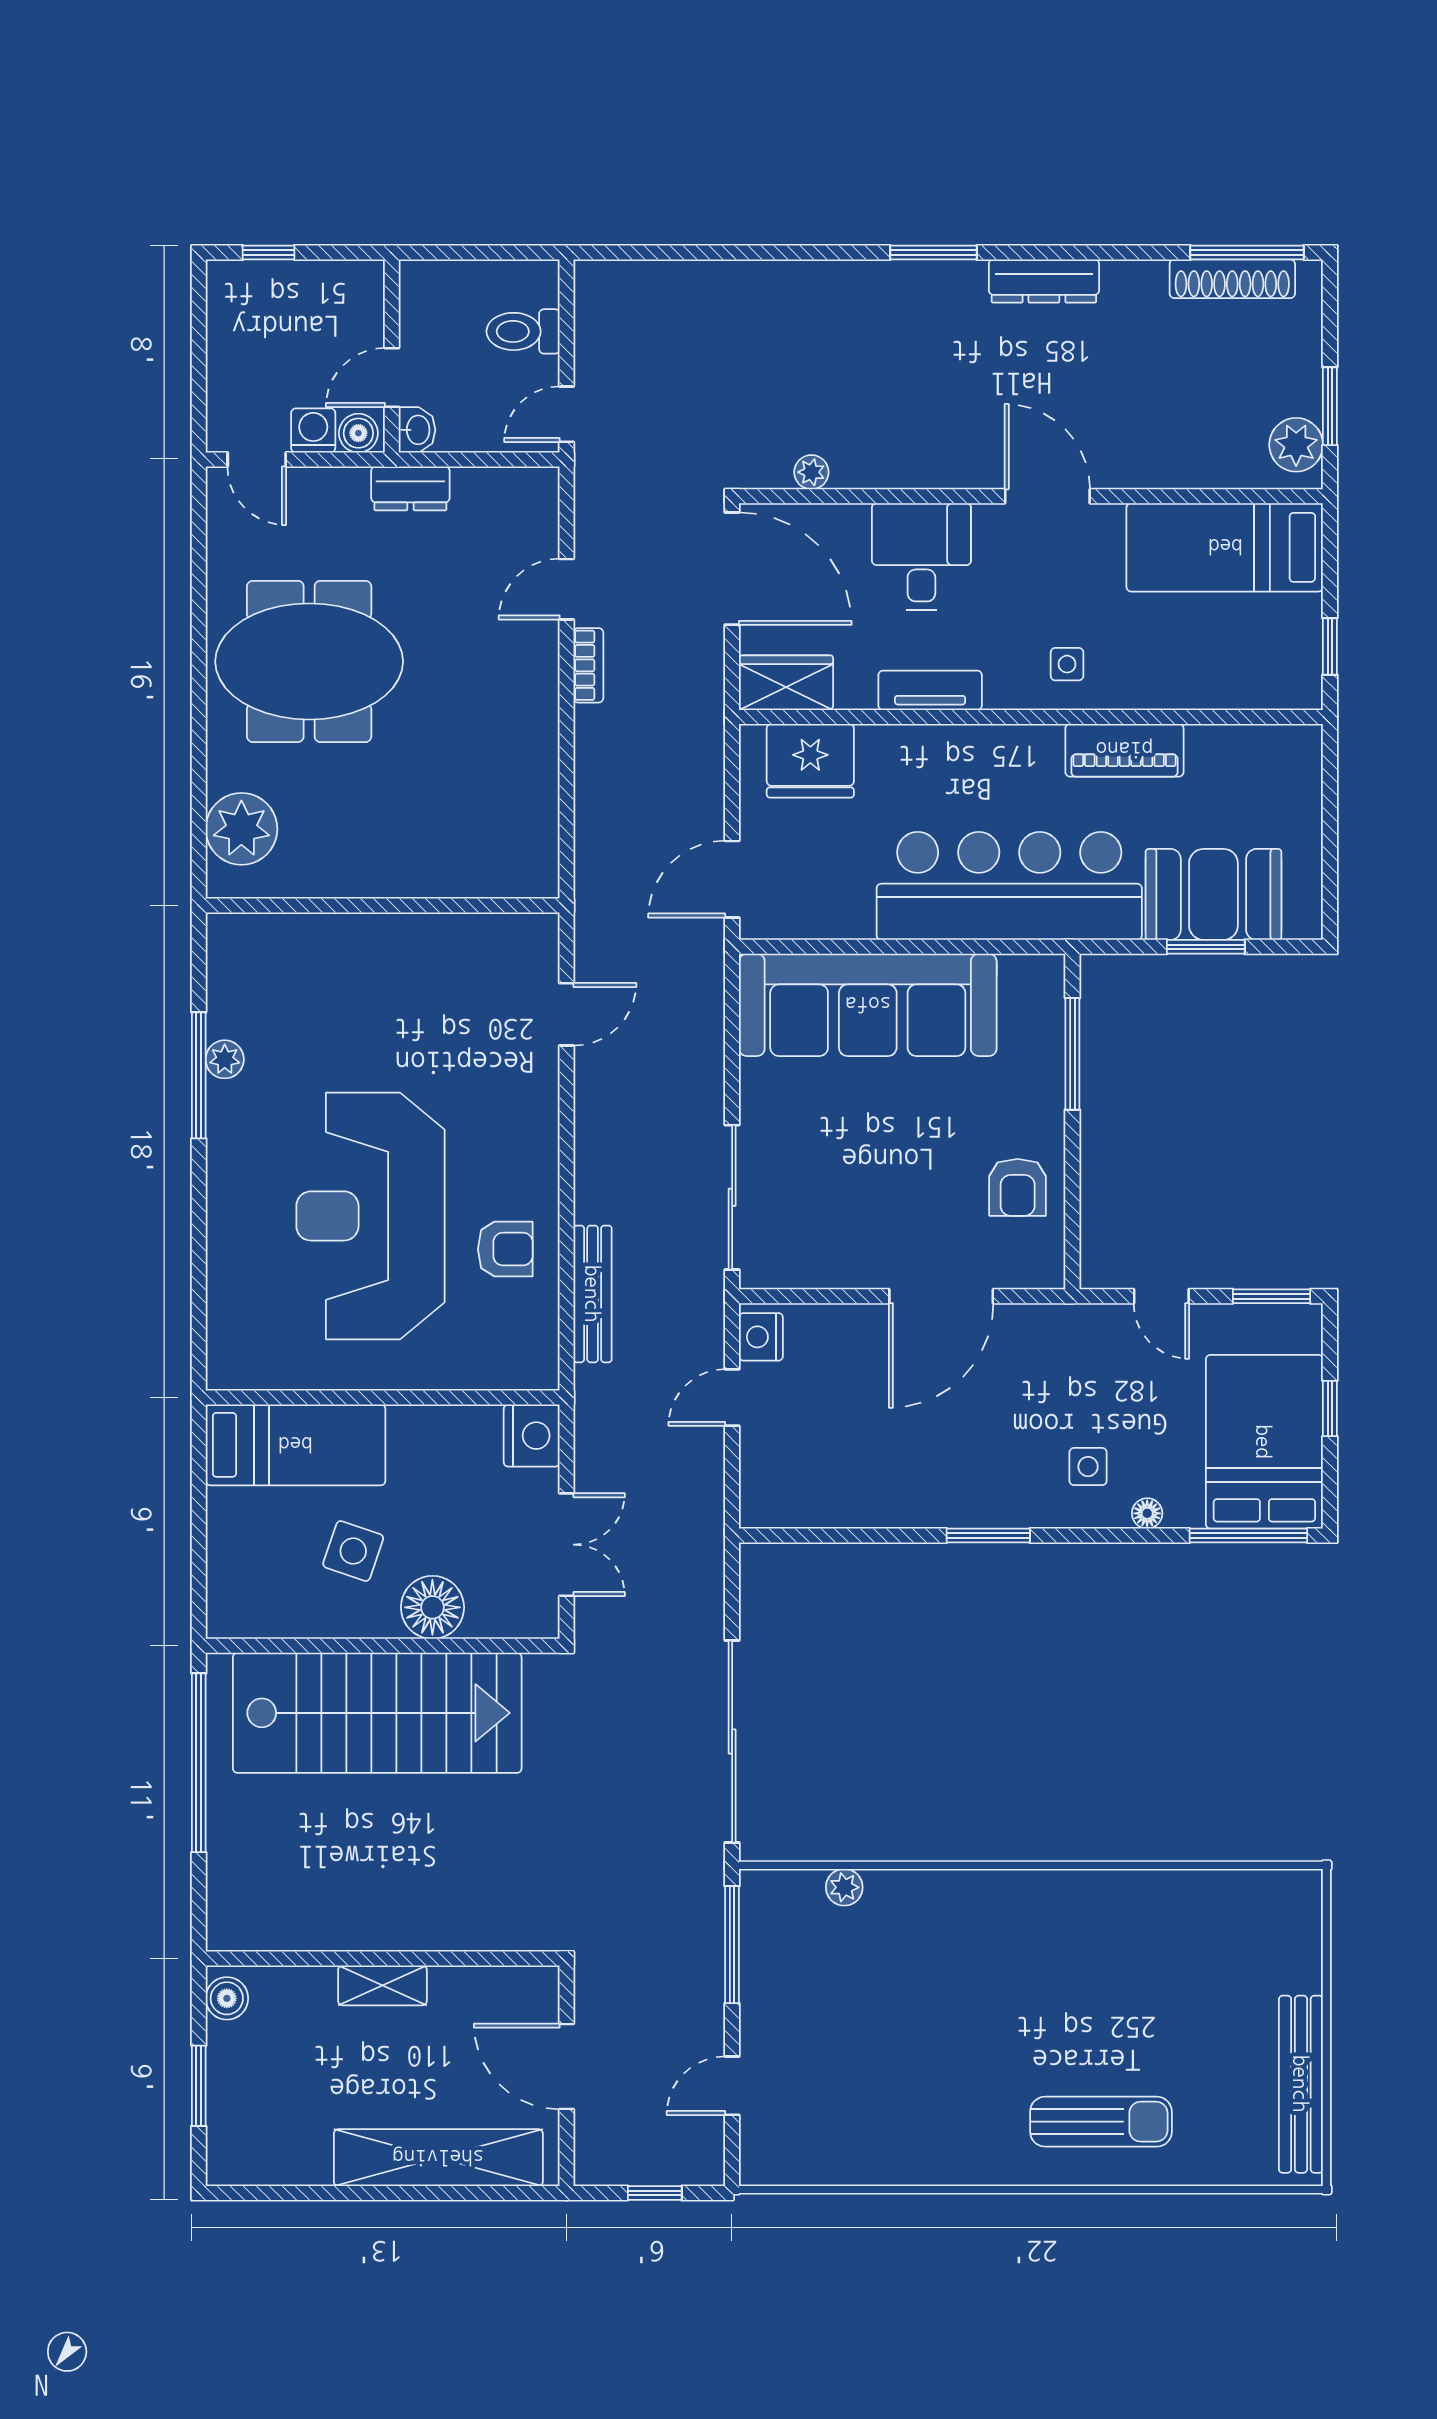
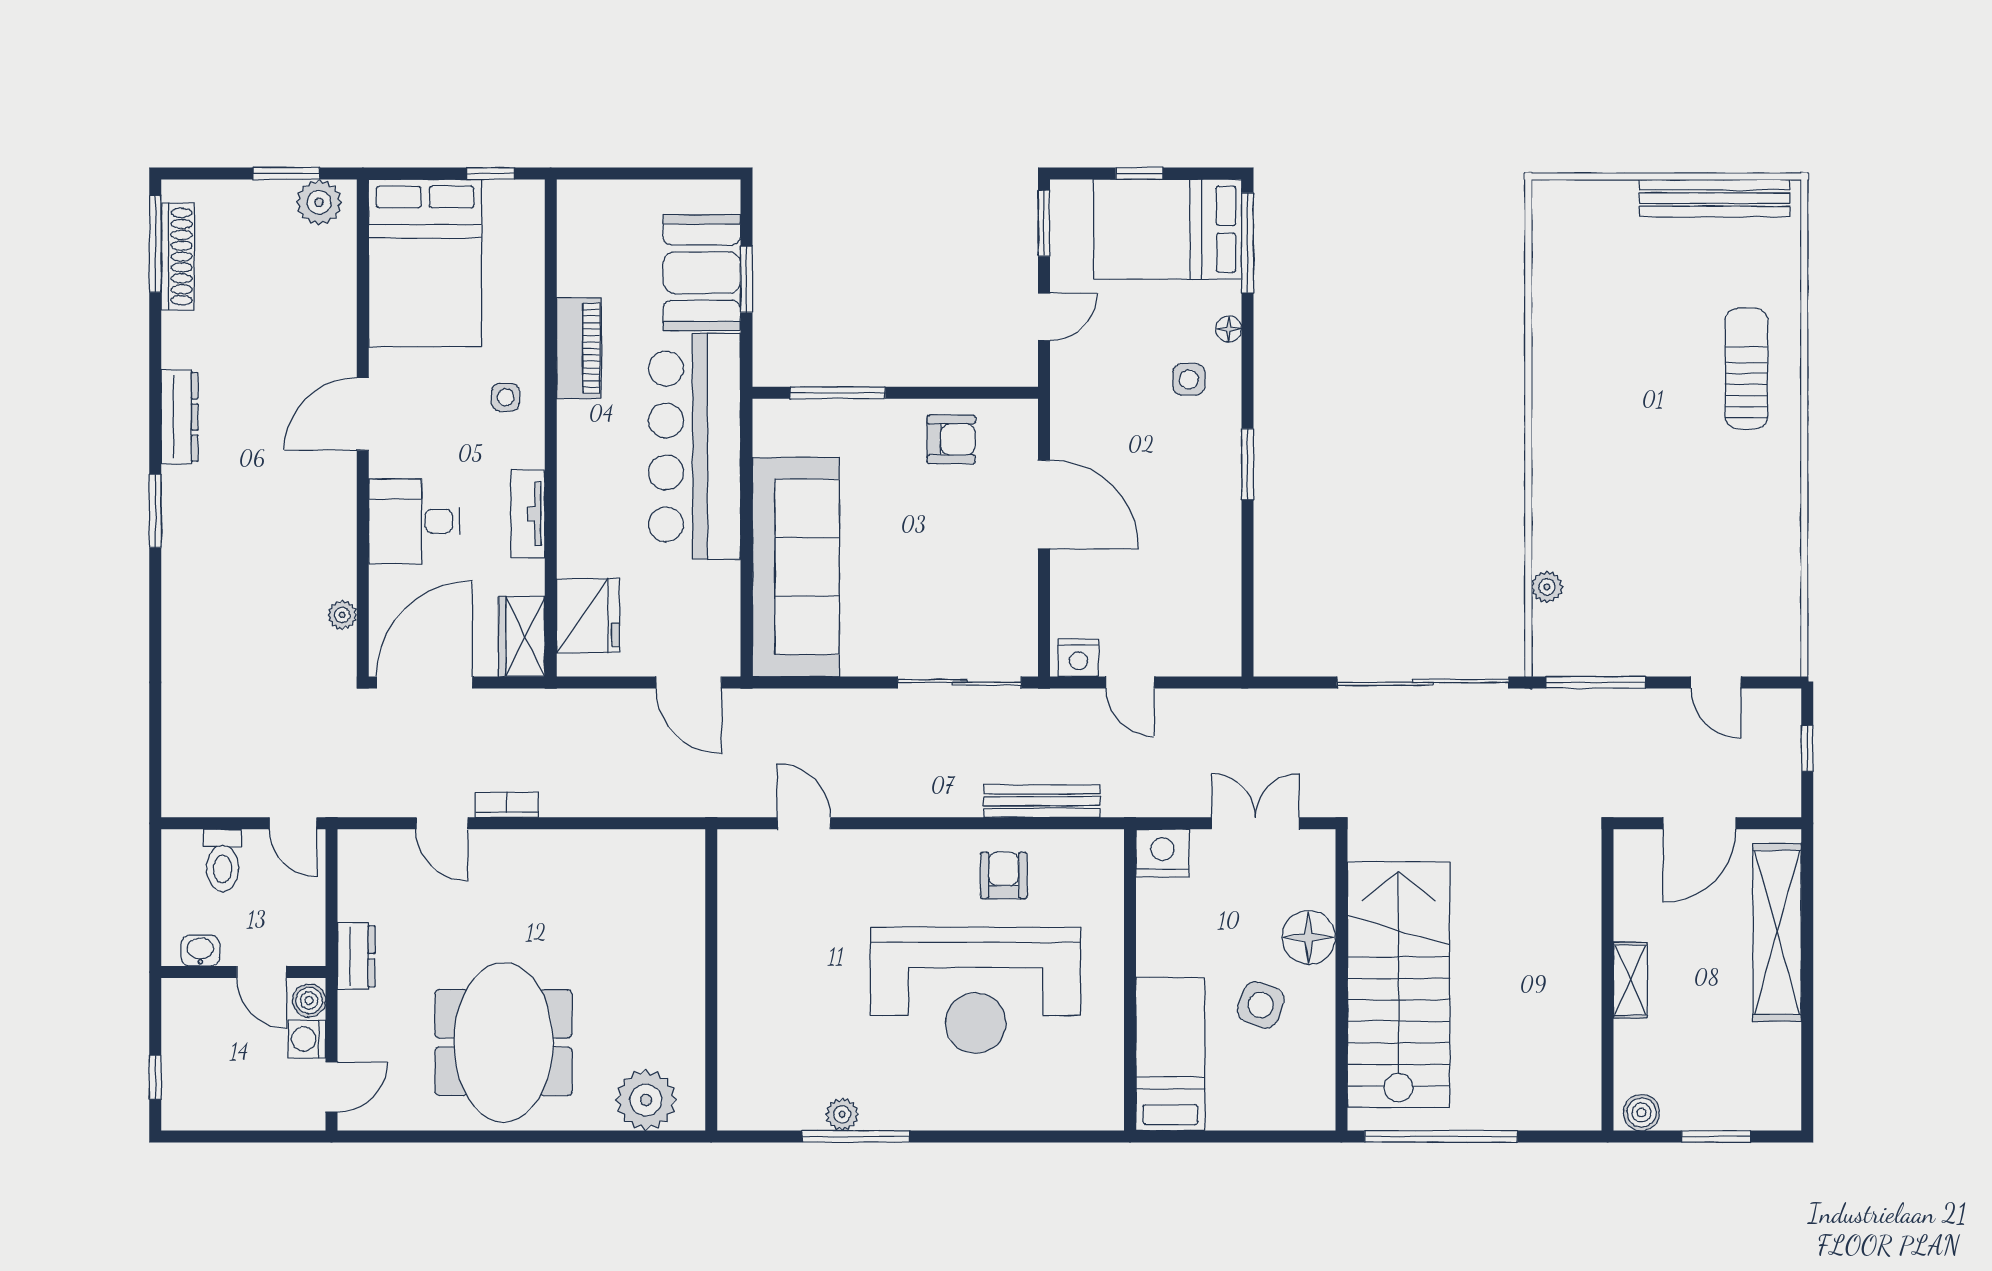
washbasin: (417, 430) -> (200, 951), moved
bed: (1225, 547) -> (425, 263), width x1.50

